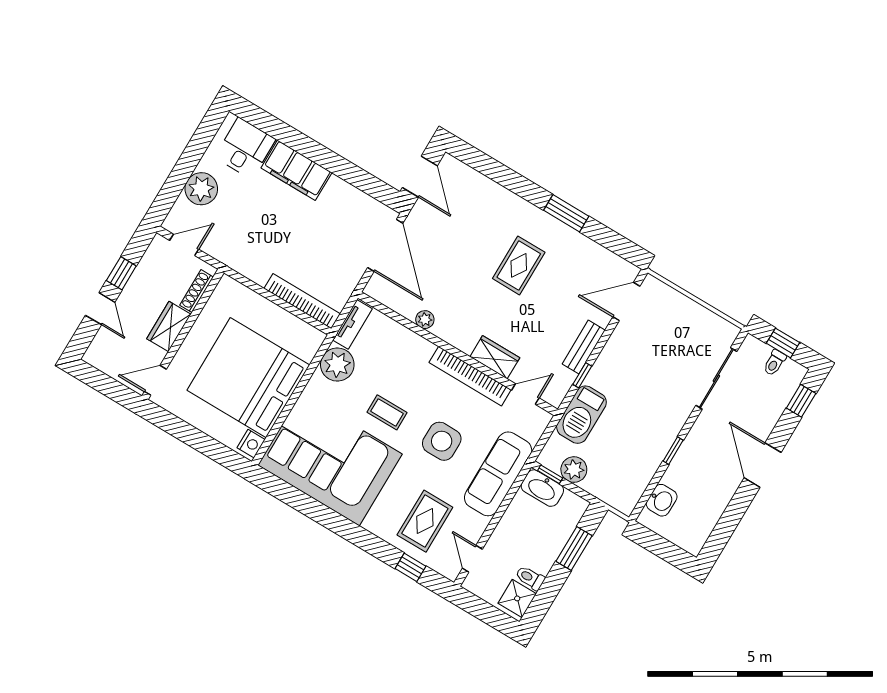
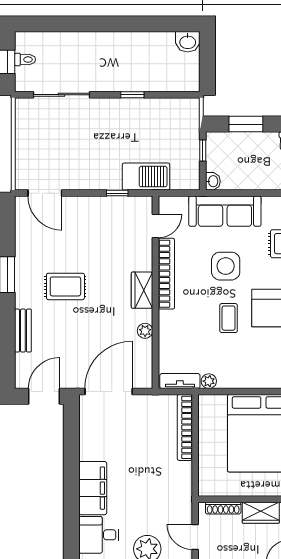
bench: (584, 347) -> (23, 331), moved, turned 90
wardrobe: (495, 357) -> (142, 290), moved
plant: (337, 365) -> (209, 381), width x0.53, depth x0.53
door: (525, 394) -> (155, 226), swing flipped
window: (801, 401) -> (41, 24), removed
door: (763, 465) -> (104, 24), removed
plant: (574, 470) -> (189, 158), removed
window: (550, 474) -> (203, 151), moved
washbasin: (542, 488) -> (213, 181), width x0.52, depth x0.69
washbasin: (662, 500) -> (188, 42), moved, turned 180

